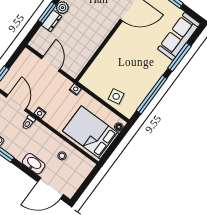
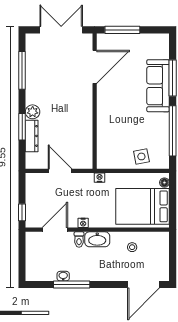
dresser: (52, 21) -> (32, 136), width x1.44
sofa: (179, 36) -> (158, 86), moved
door: (16, 103) -> (55, 230), hinge flipped
washbasin: (34, 164) -> (97, 239), moved, turned 180

